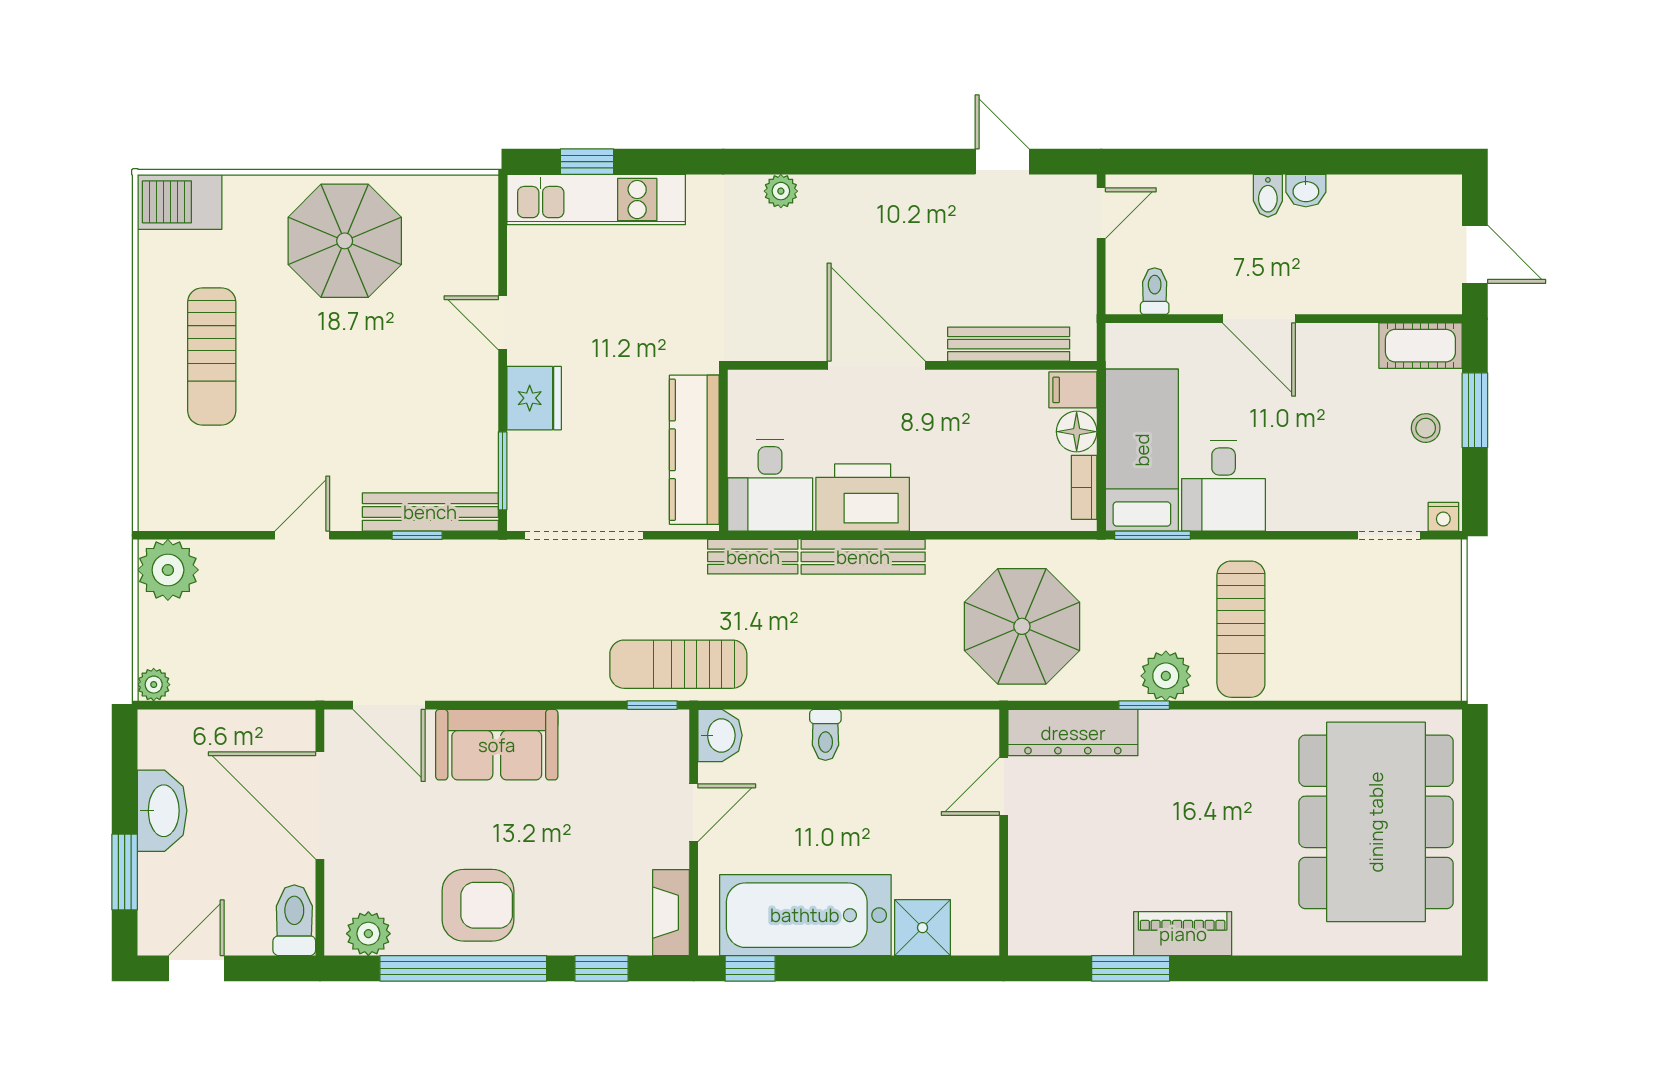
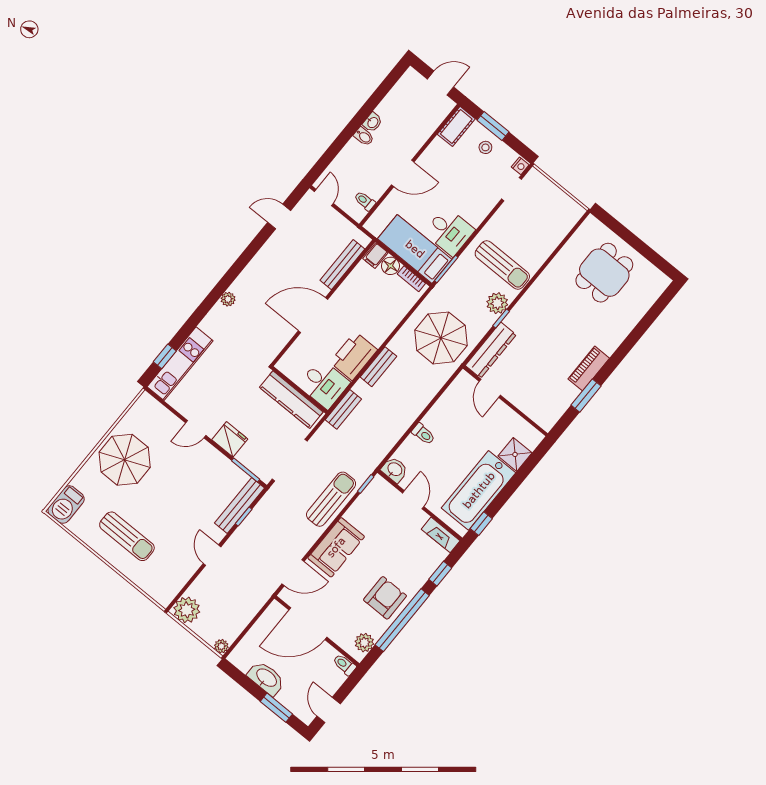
bench: (863, 557) -> (378, 367), width x0.73
sun lounger: (678, 664) -> (331, 499), moved, turned 180
dining table: (1376, 822) -> (604, 273), width x0.53, depth x0.80
toilet: (294, 920) -> (344, 665), width x0.73, depth x0.72

